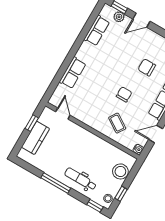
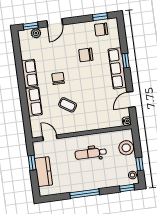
row of seats: (97, 31) -> (30, 73), moved
chair: (124, 94) -> (58, 78), moved
coffee table: (117, 123) -> (68, 105), moved
dental chair: (80, 179) -> (91, 153), moved

